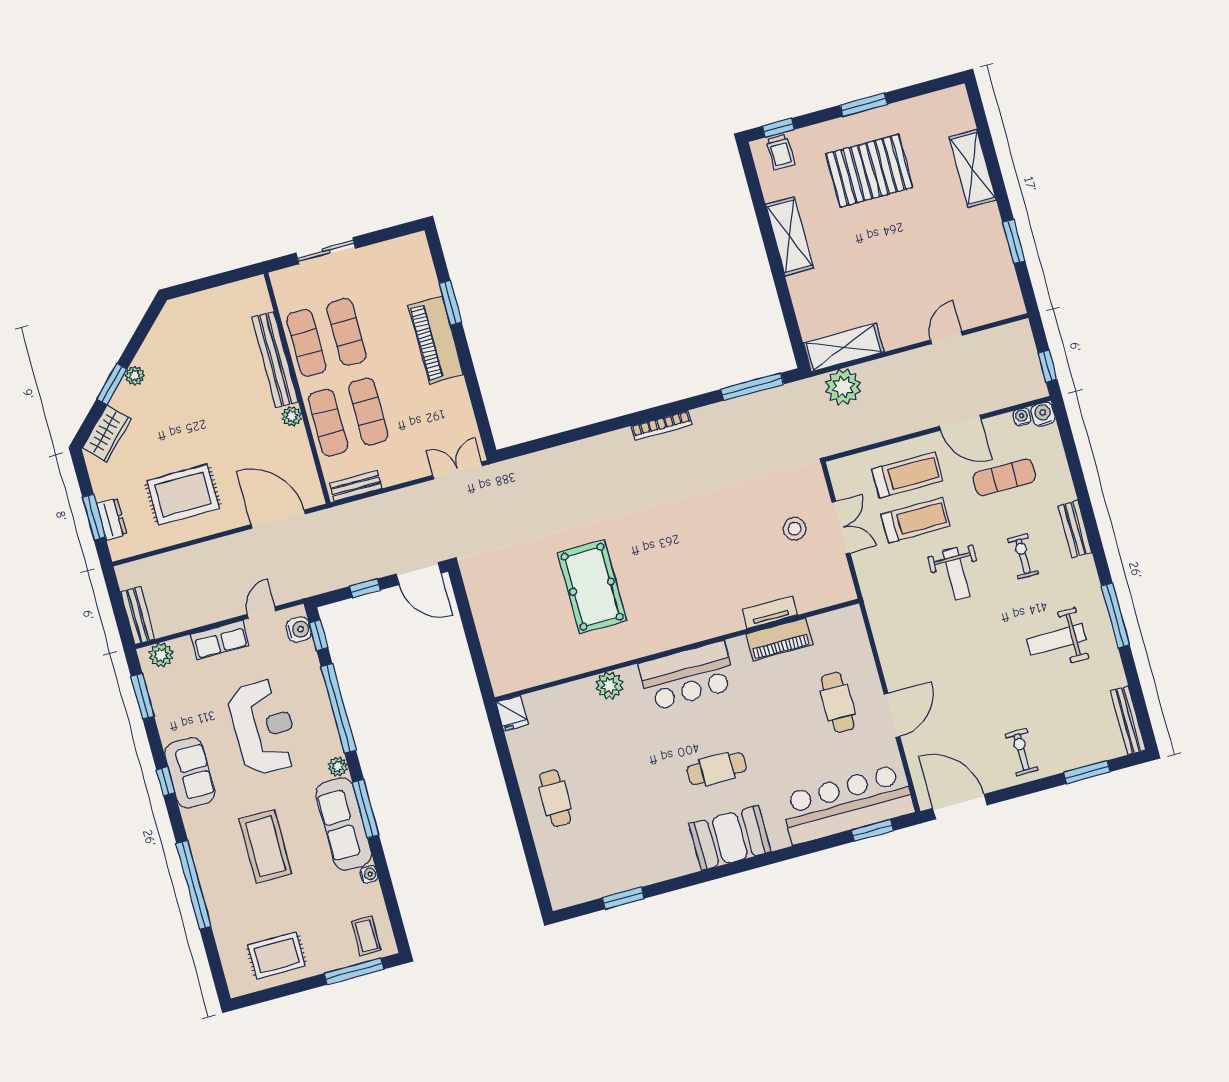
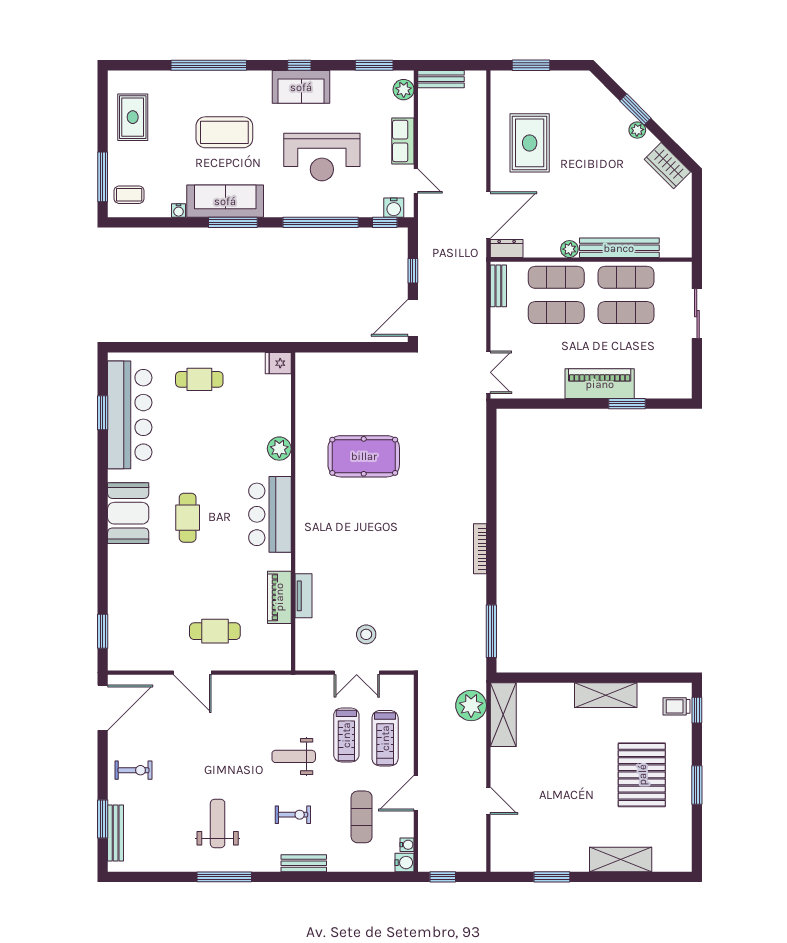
wardrobe: (107, 434) -> (667, 166), moved
dresser: (112, 519) -> (507, 249), moved, turned 180
bench: (1128, 720) -> (116, 833), moved, turned 90
plant: (338, 767) -> (273, 209), removed
bar counter: (847, 804) -> (130, 415), moved

